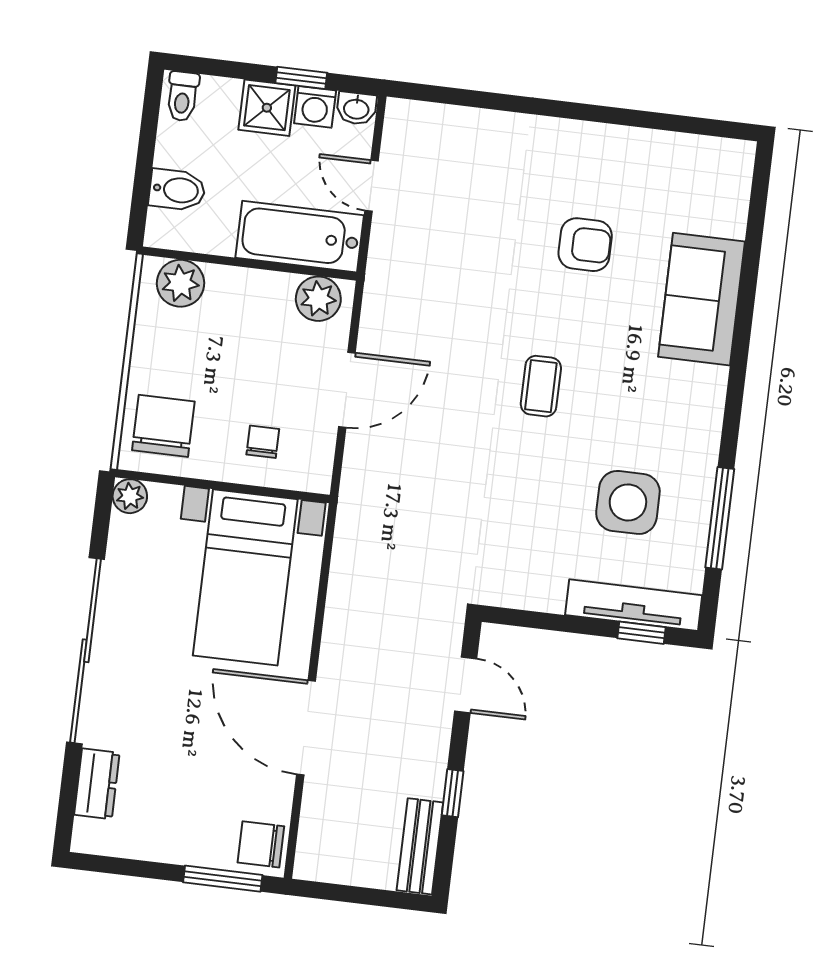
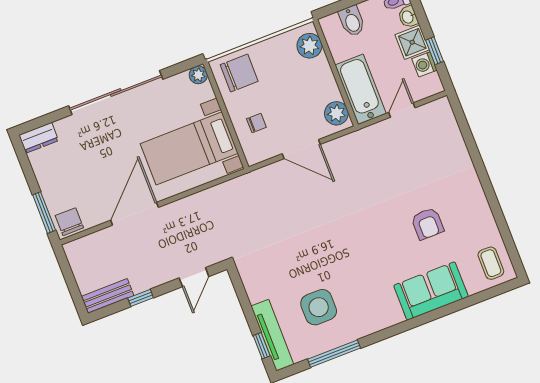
washbasin: (356, 108) -> (408, 17), moved
coffee table: (541, 386) -> (491, 263), moved, turned 90
dresser: (97, 784) -> (39, 138), moved

